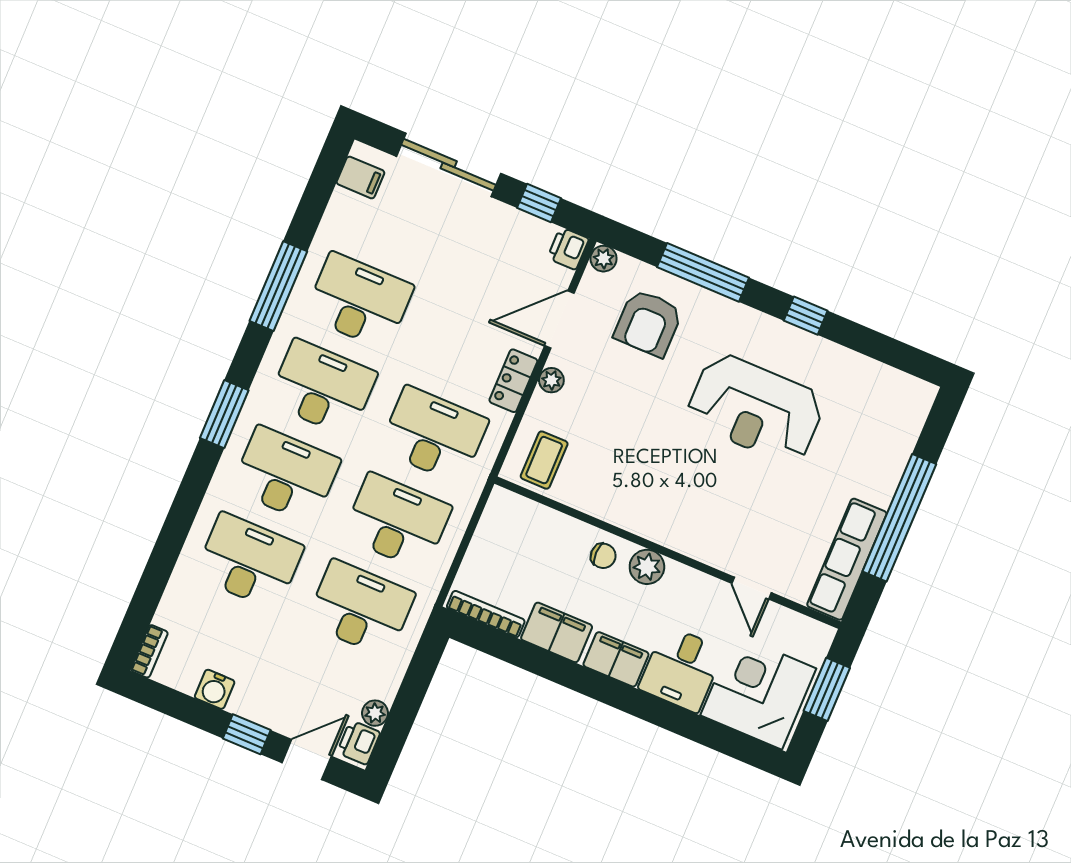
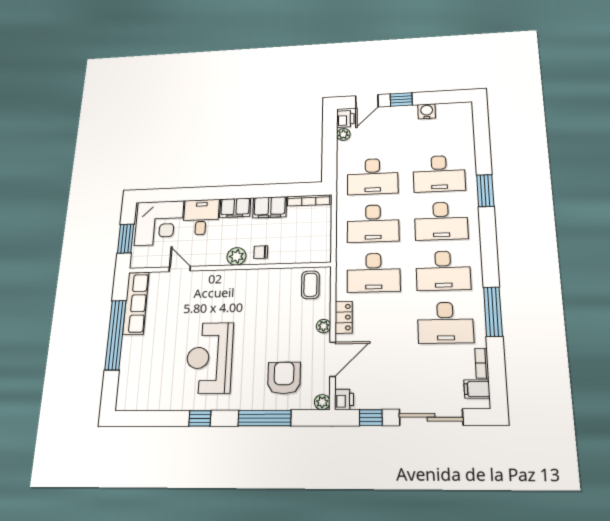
reception desk: (755, 409) -> (209, 358), turned -90
window: (224, 414) -> (485, 191), moved
bookcase: (149, 651) -> (482, 363), moved

